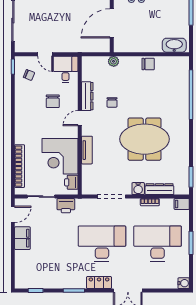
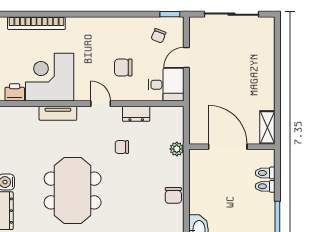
dresser: (87, 96) -> (136, 114), width x0.70

